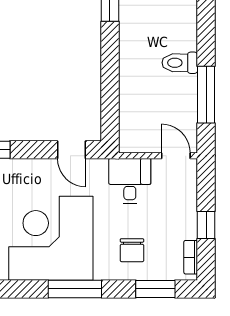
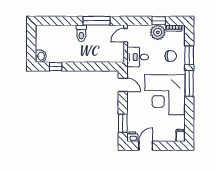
door: (72, 150) -> (123, 85), hinge flipped
plant: (182, 223) -> (158, 32), added
window: (155, 289) -> (189, 55), moved

